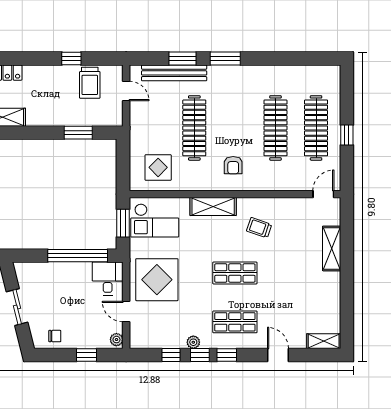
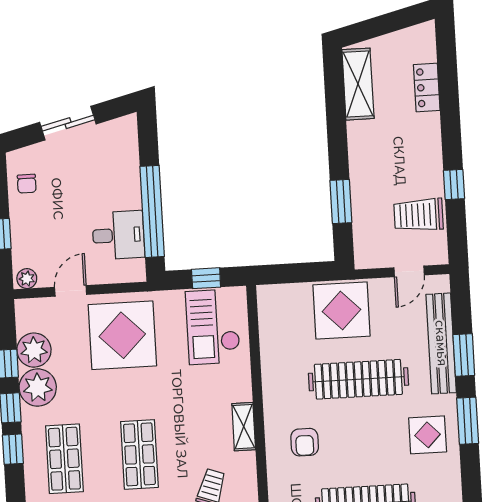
display table: (233, 85) -> (428, 435), added
armchair: (233, 165) -> (305, 442), turned -90
display table: (158, 167) -> (341, 310), moved, width x1.36, depth x1.36
shelving: (213, 207) -> (244, 427), width x0.67, depth x0.75
window: (123, 223) -> (206, 278), width x0.67
desk: (108, 278) -> (118, 235), moved
plant: (163, 338) -> (34, 350), added
plant: (193, 342) -> (38, 388), width x1.88, depth x1.88

